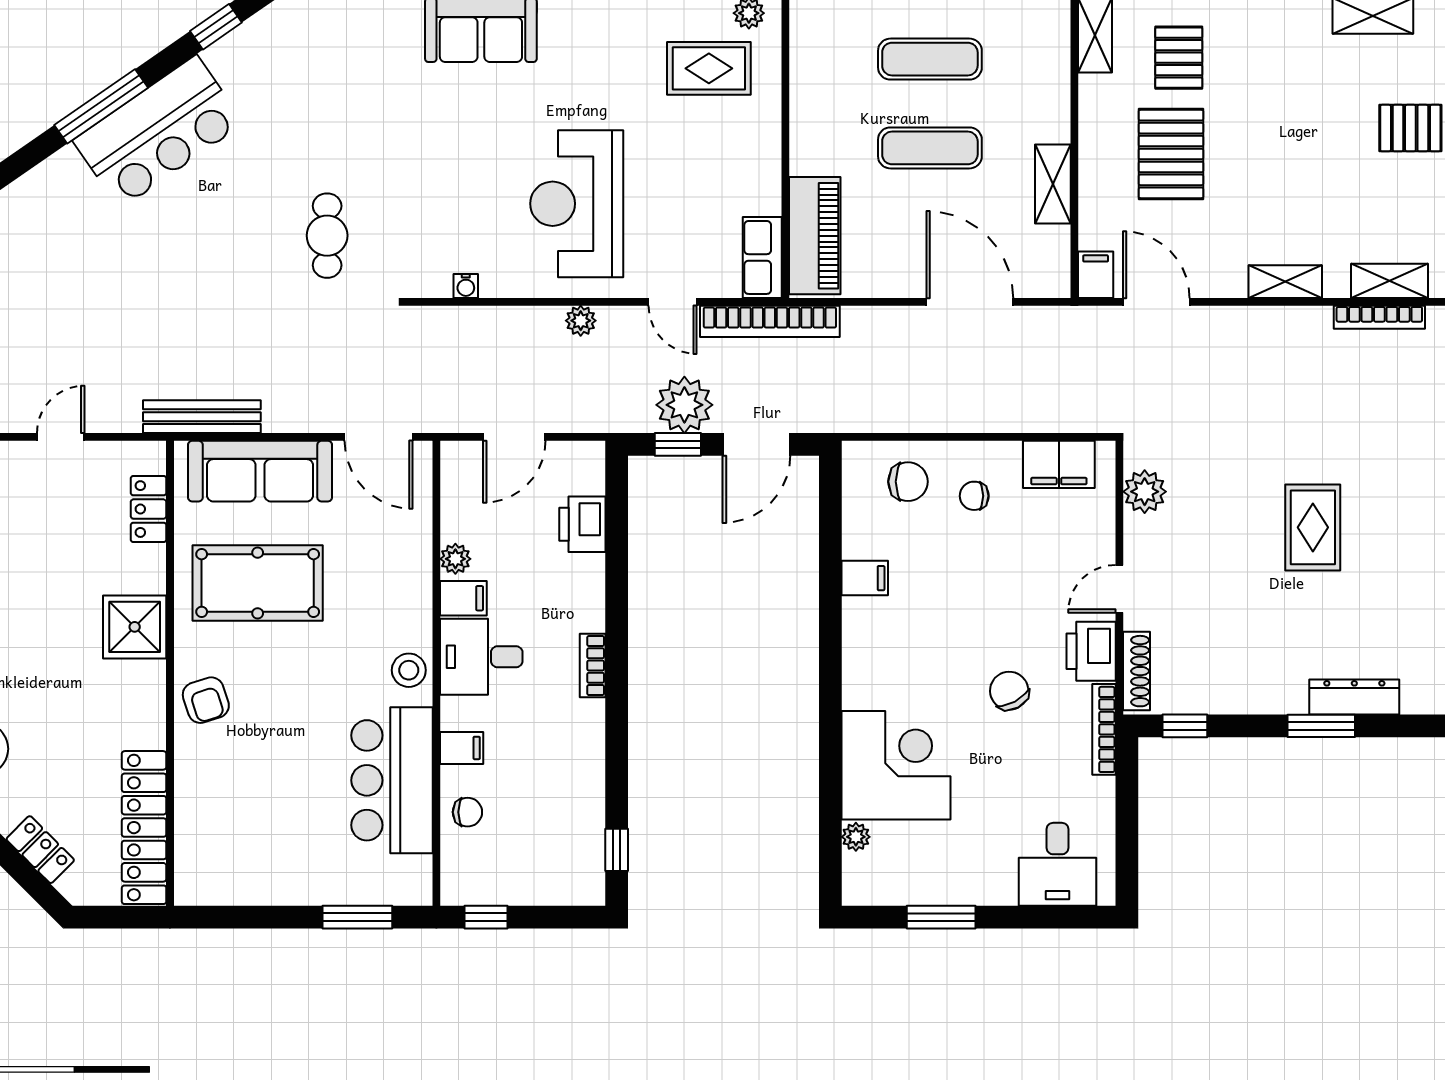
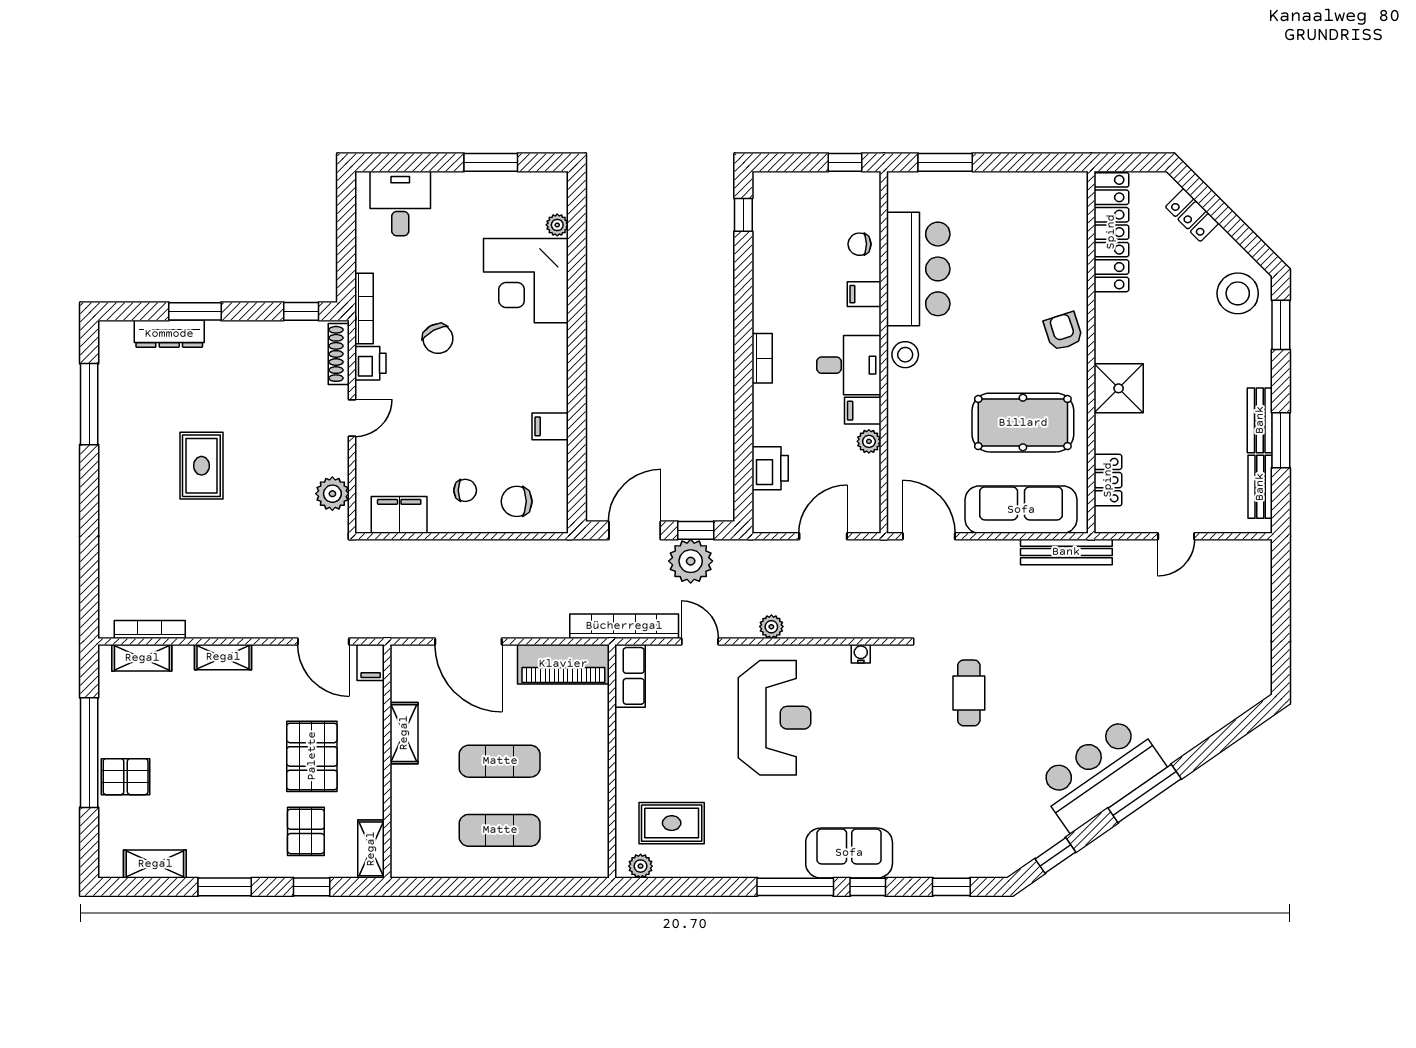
piano: (815, 236) -> (563, 664), moved, turned -90
printer: (1091, 651) -> (370, 363), width x0.73, depth x0.81

